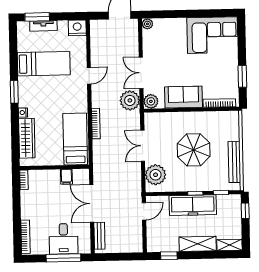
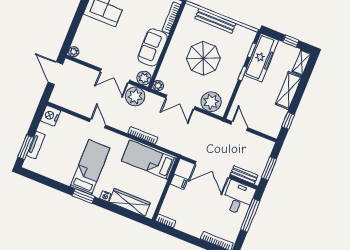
bed: (44, 64) -> (90, 167), moved
plant: (149, 118) -> (158, 86), added
bench: (234, 162) -> (215, 21), moved
freezer: (193, 205) -> (261, 58), moved
window: (245, 211) -> (291, 41), moved
desk: (64, 239) -> (238, 198), moved, turned -90
window: (116, 257) -> (269, 168), added

